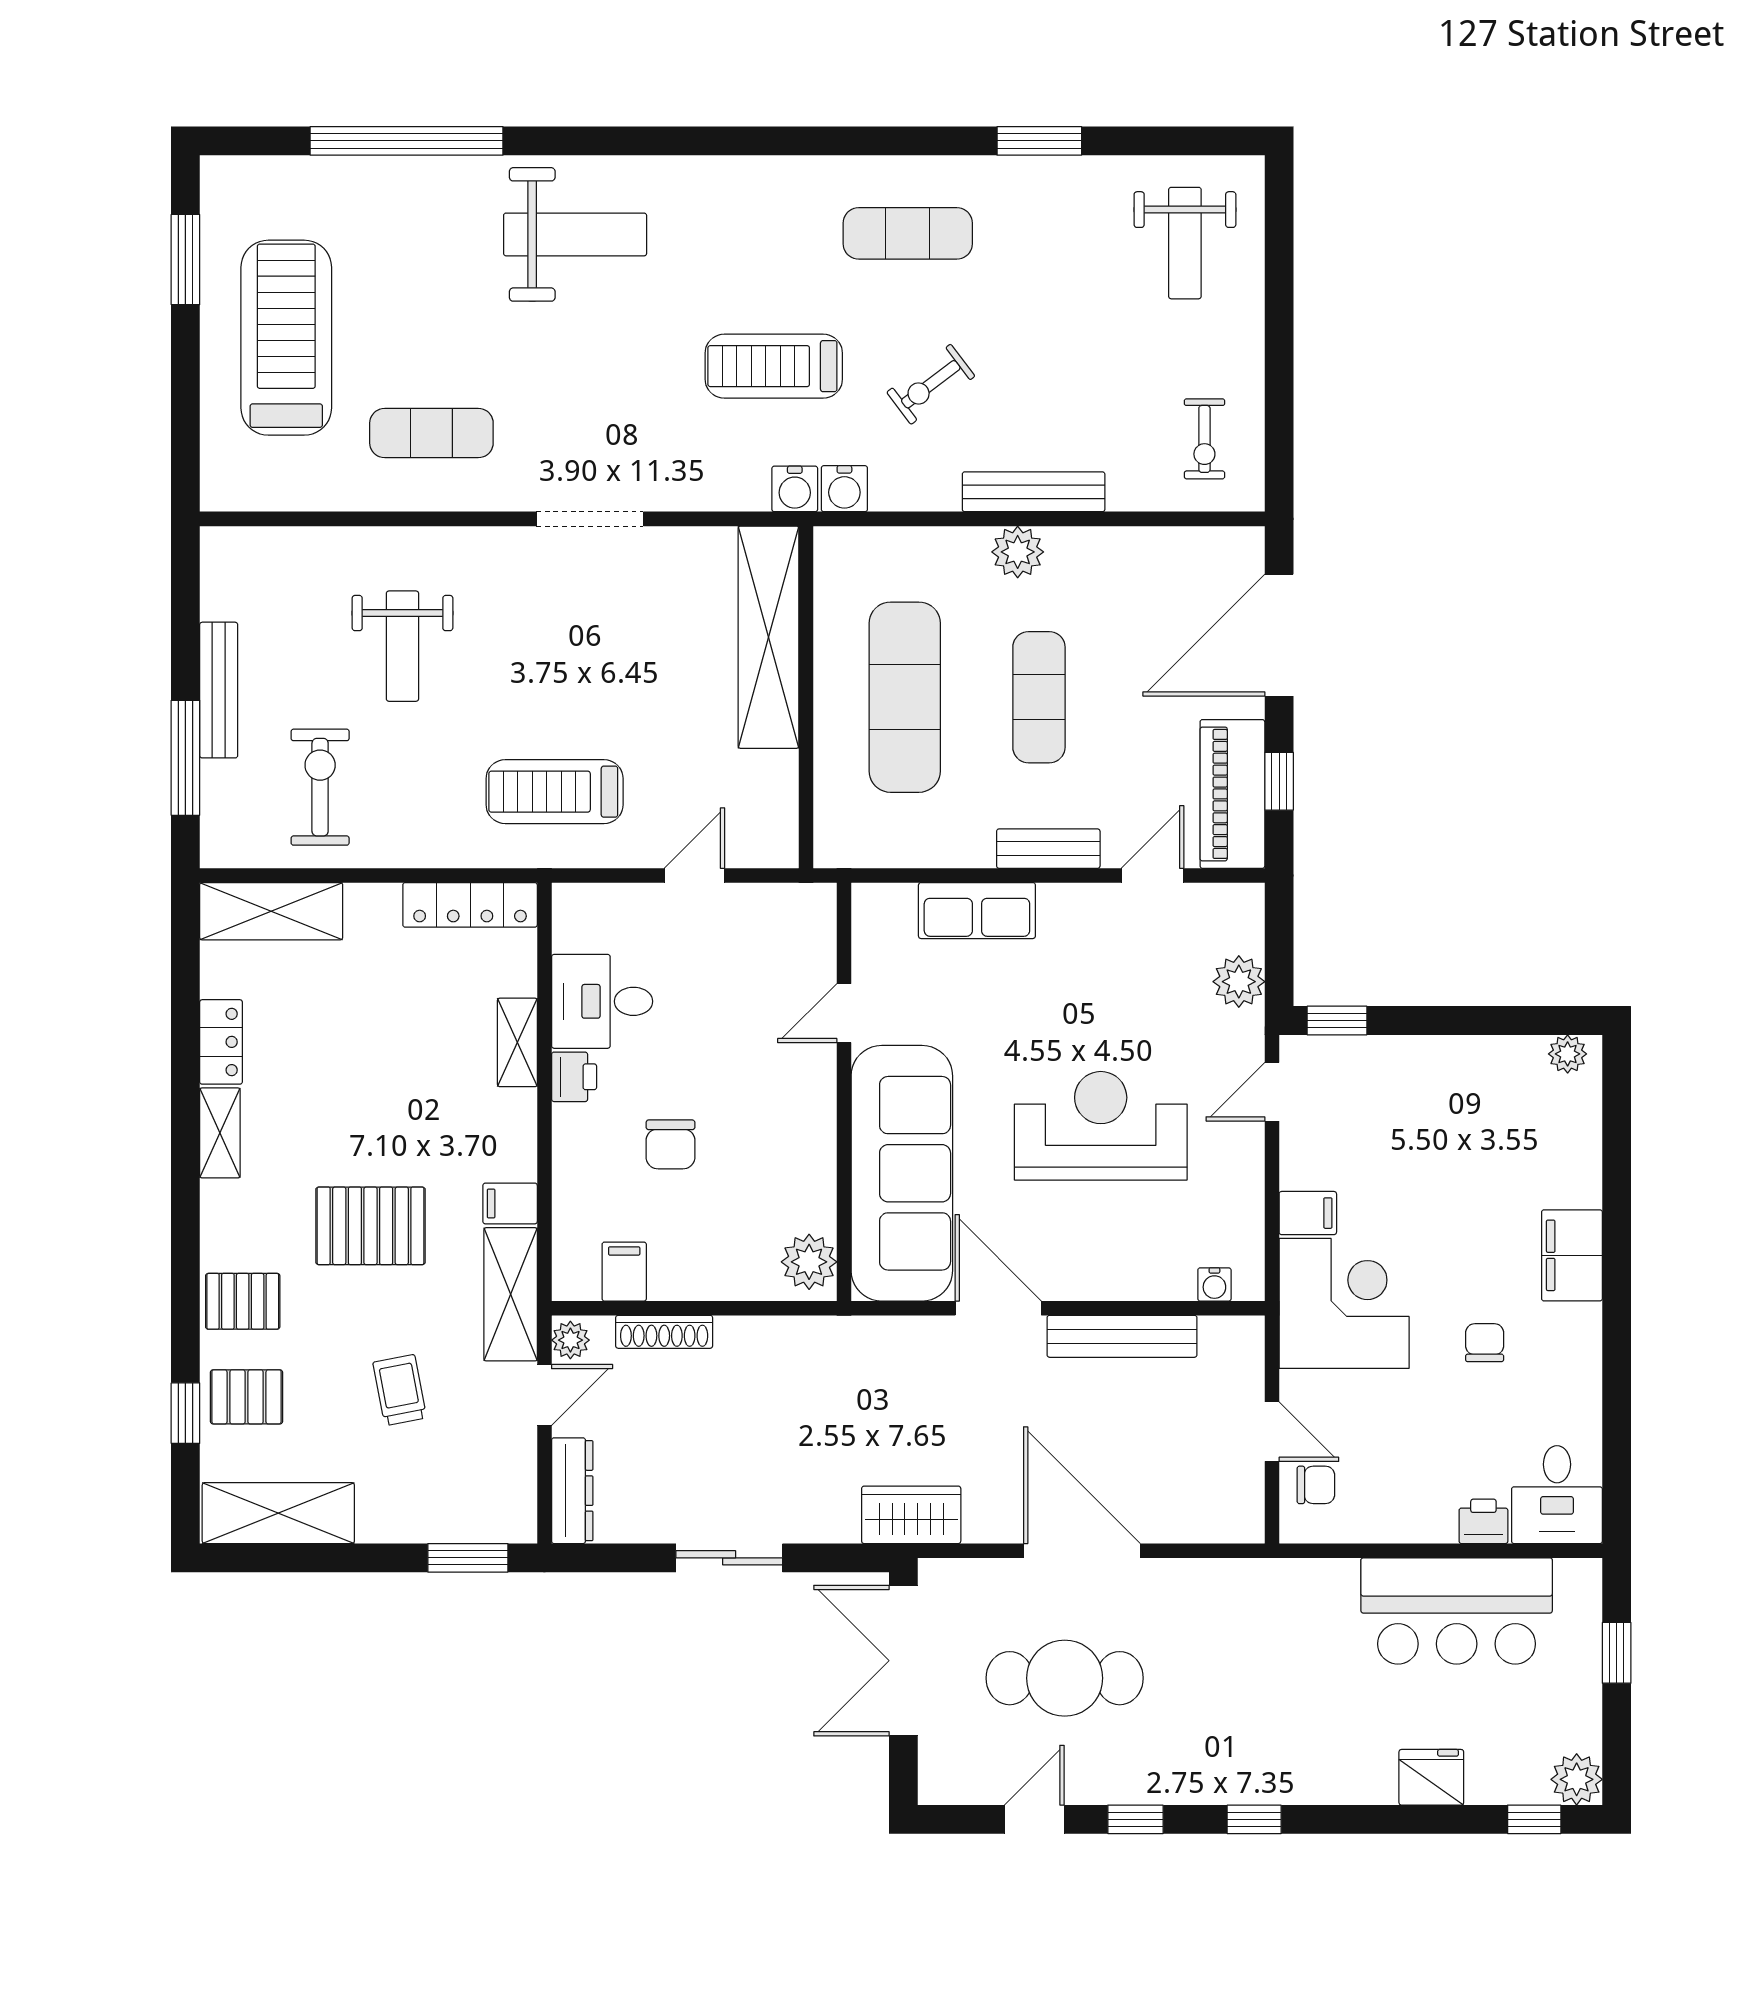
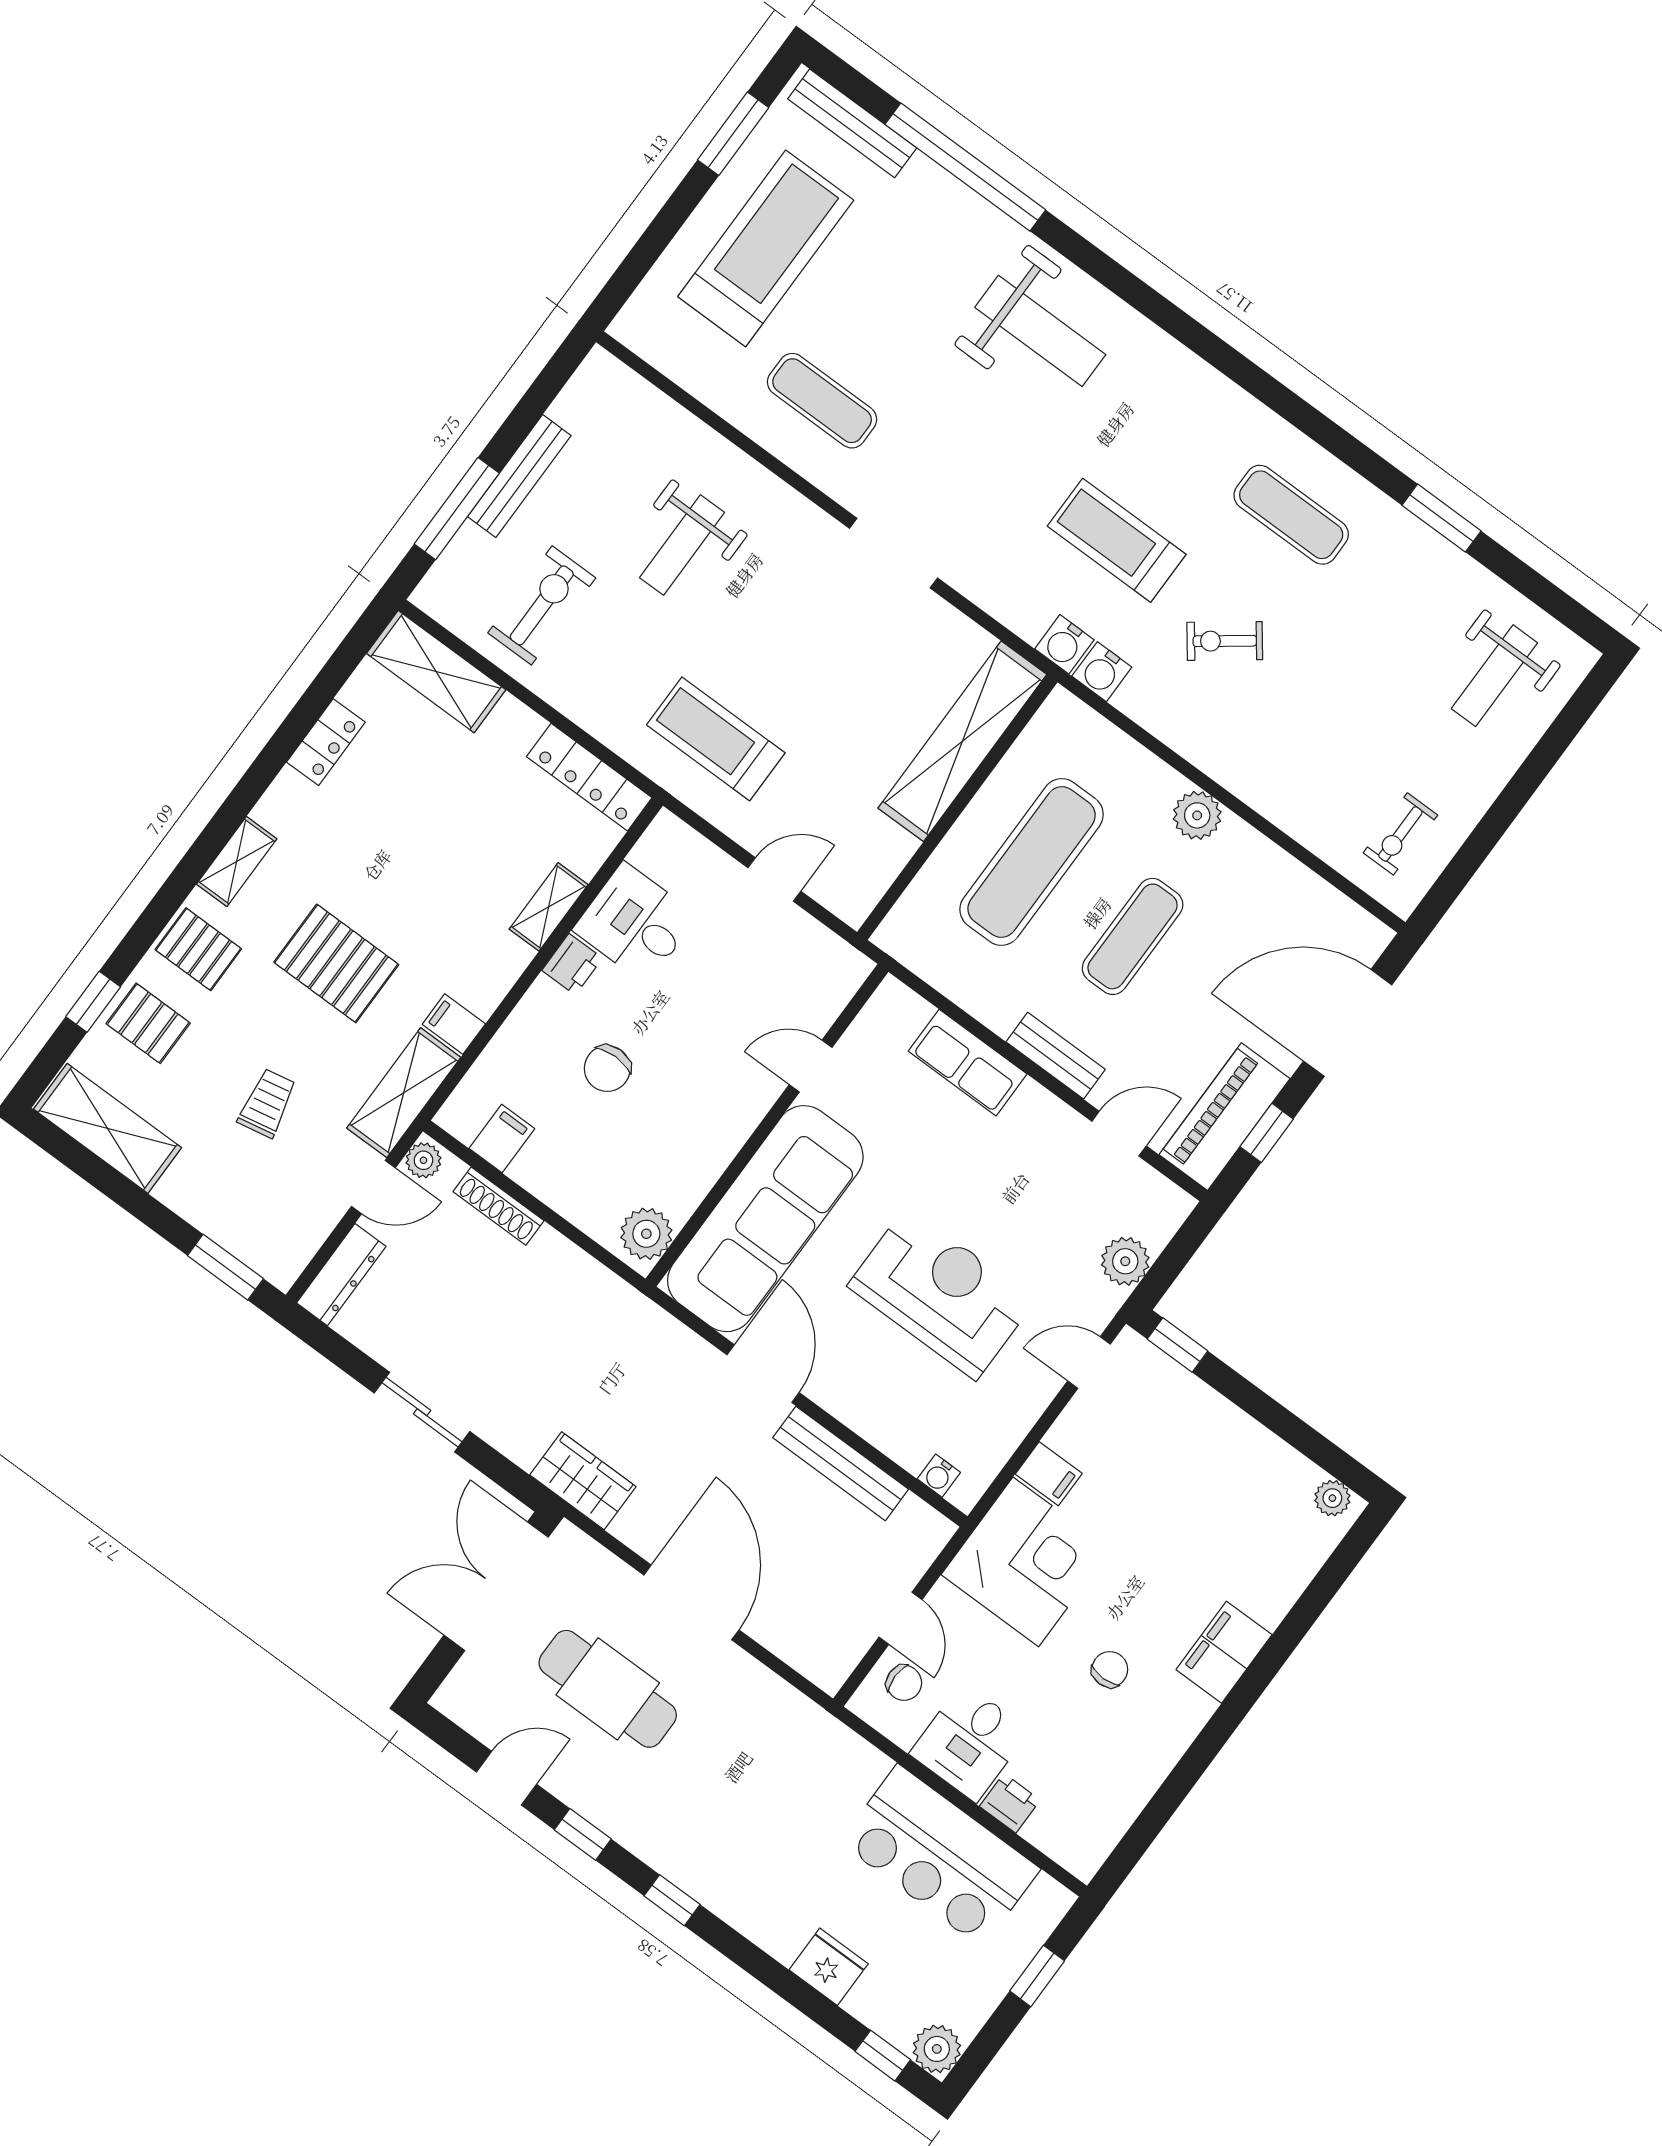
bench: (1034, 492) -> (852, 123), moved
shelving: (220, 1133) -> (237, 862), moved
desk: (1557, 1495) -> (969, 1742), moved

